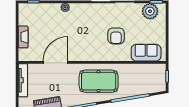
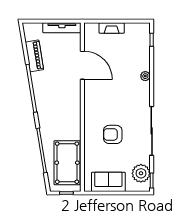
sofa: (146, 53) -> (108, 182), moved, turned -90
pool table: (99, 81) -> (67, 163), moved

